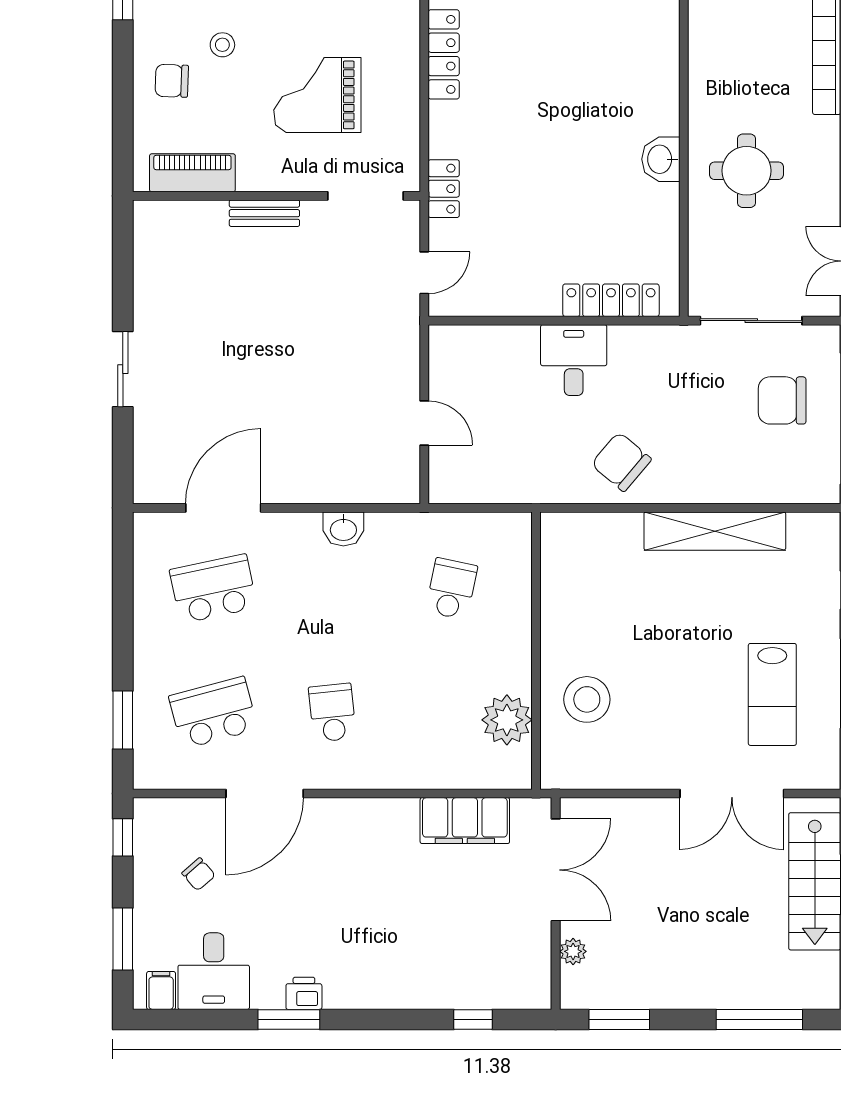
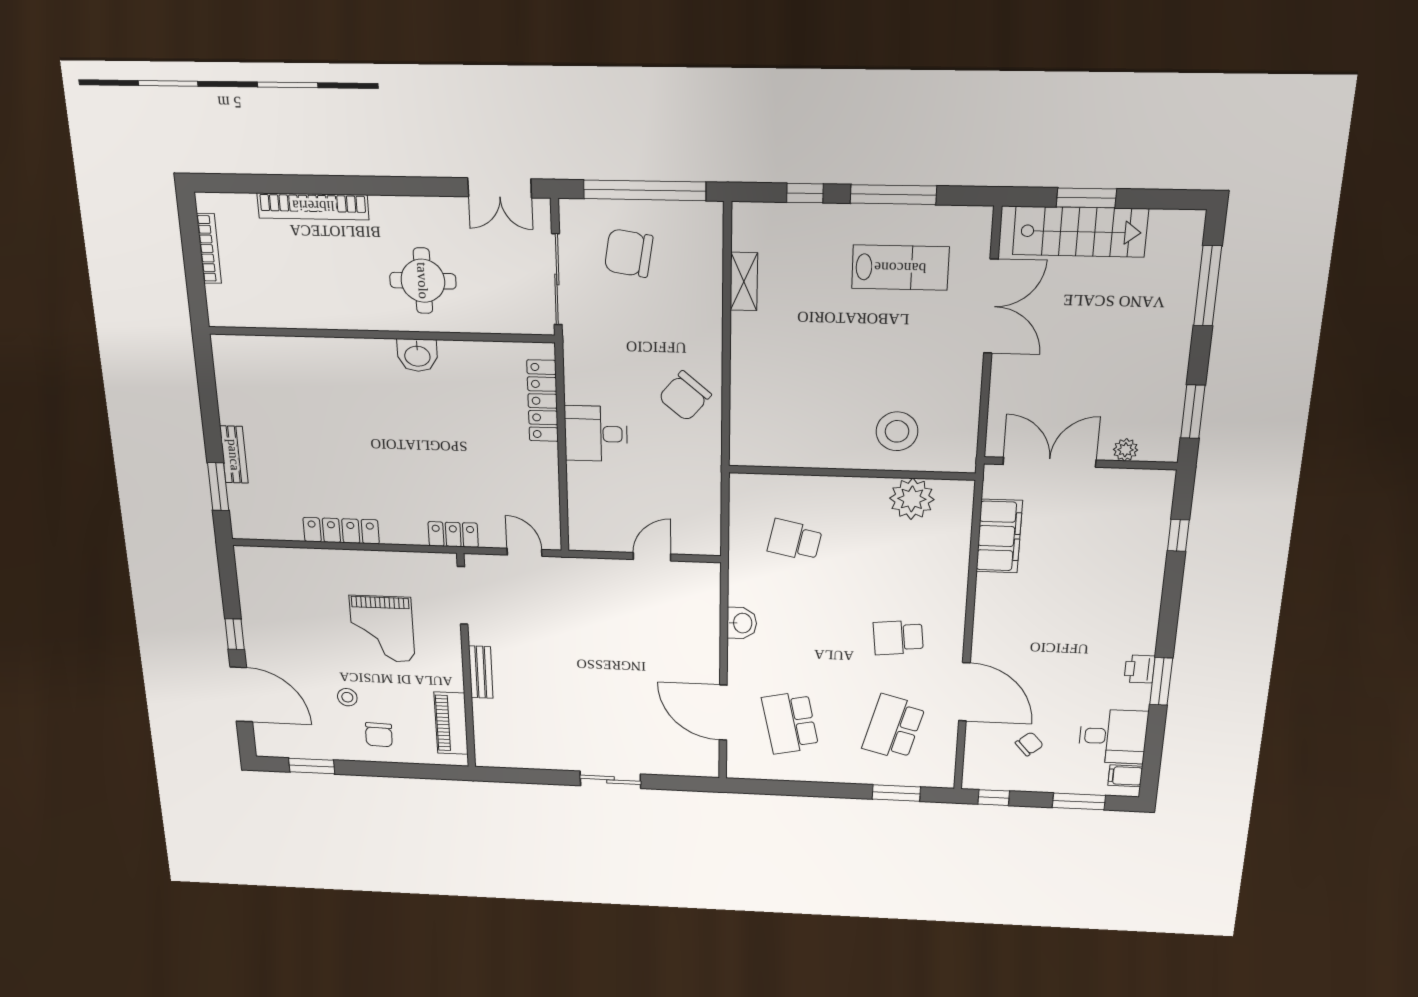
chair: (782, 400) -> (629, 253), turned 99
shelving: (715, 531) -> (744, 281), width x0.45, depth x0.75
school desk: (213, 713) -> (894, 727), turned 30

